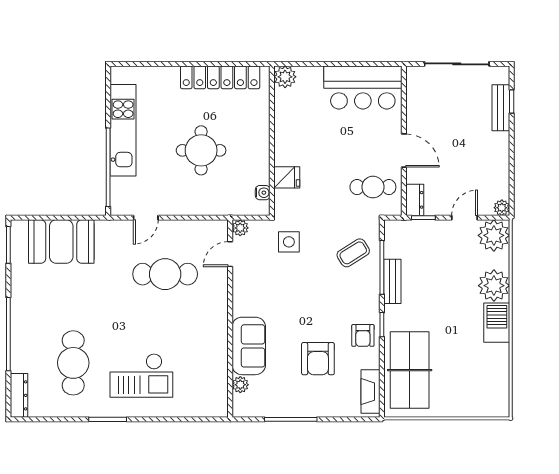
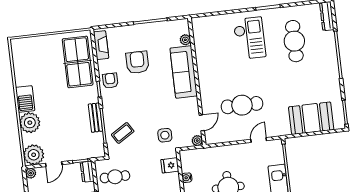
fridge: (287, 177) -> (170, 165), moved
water cooler: (263, 193) -> (187, 178), moved
sofa: (249, 346) -> (184, 72), width x1.36
checkout: (141, 376) -> (250, 38), turned 90

